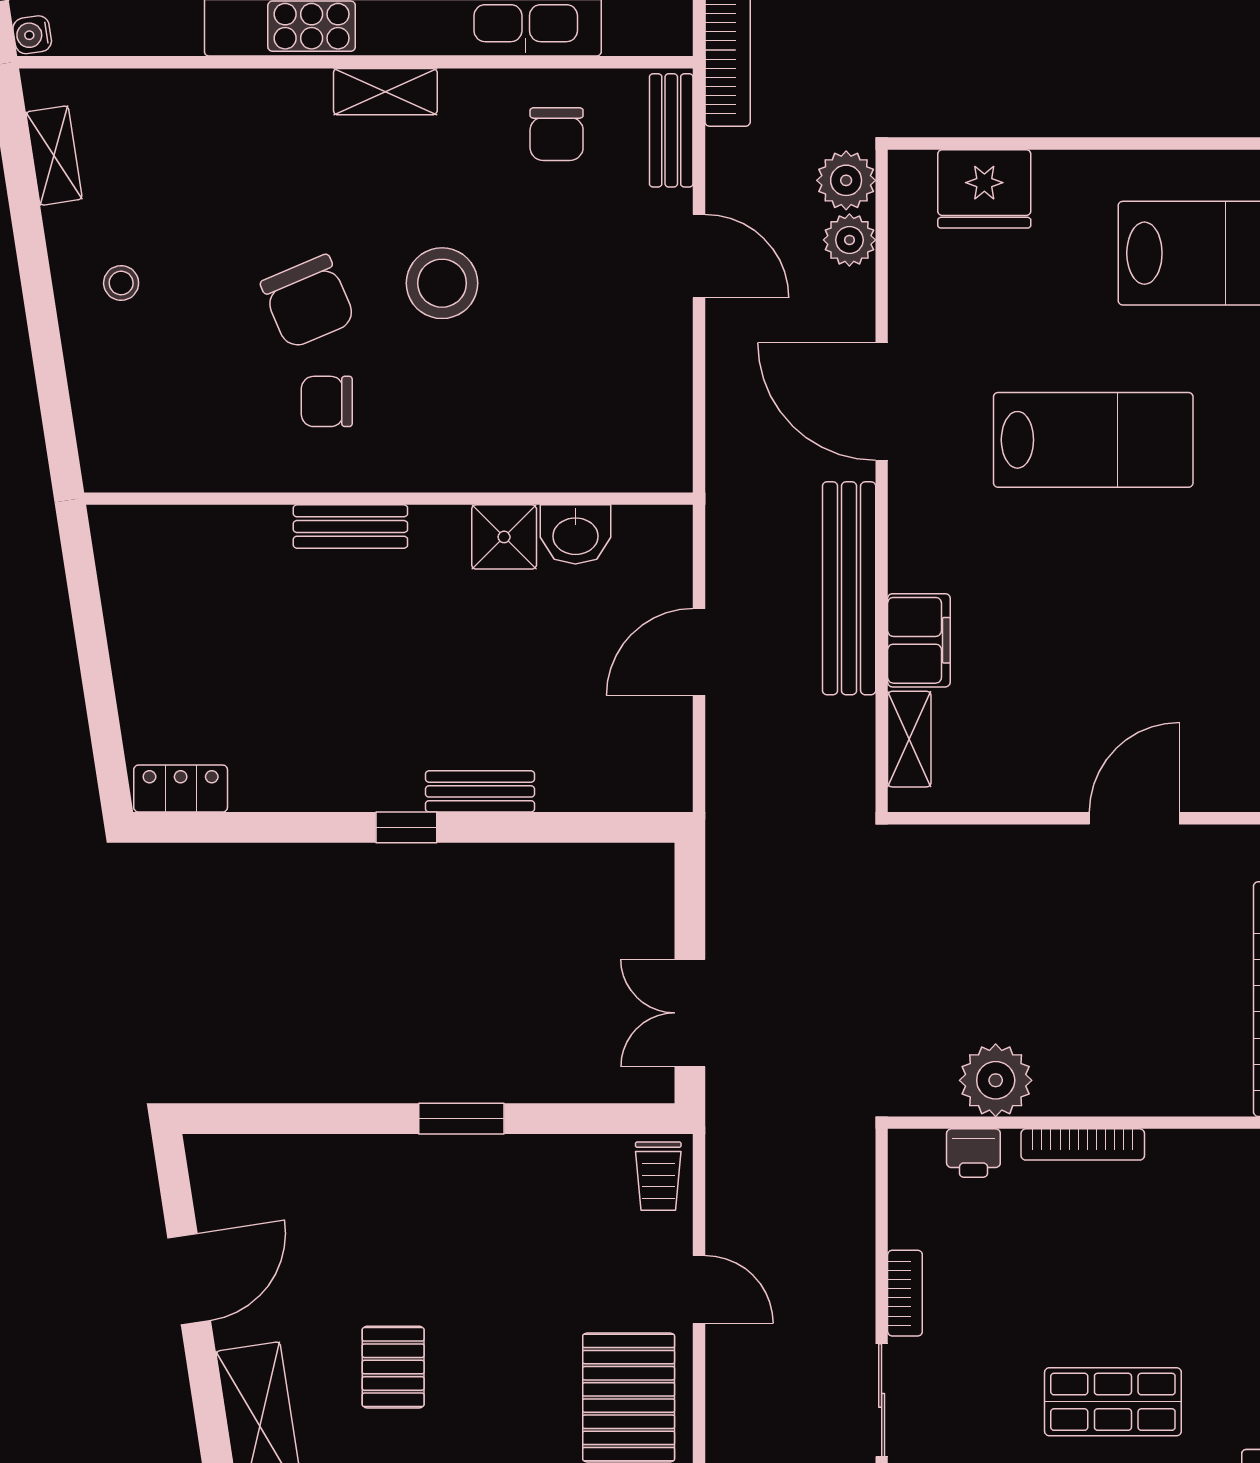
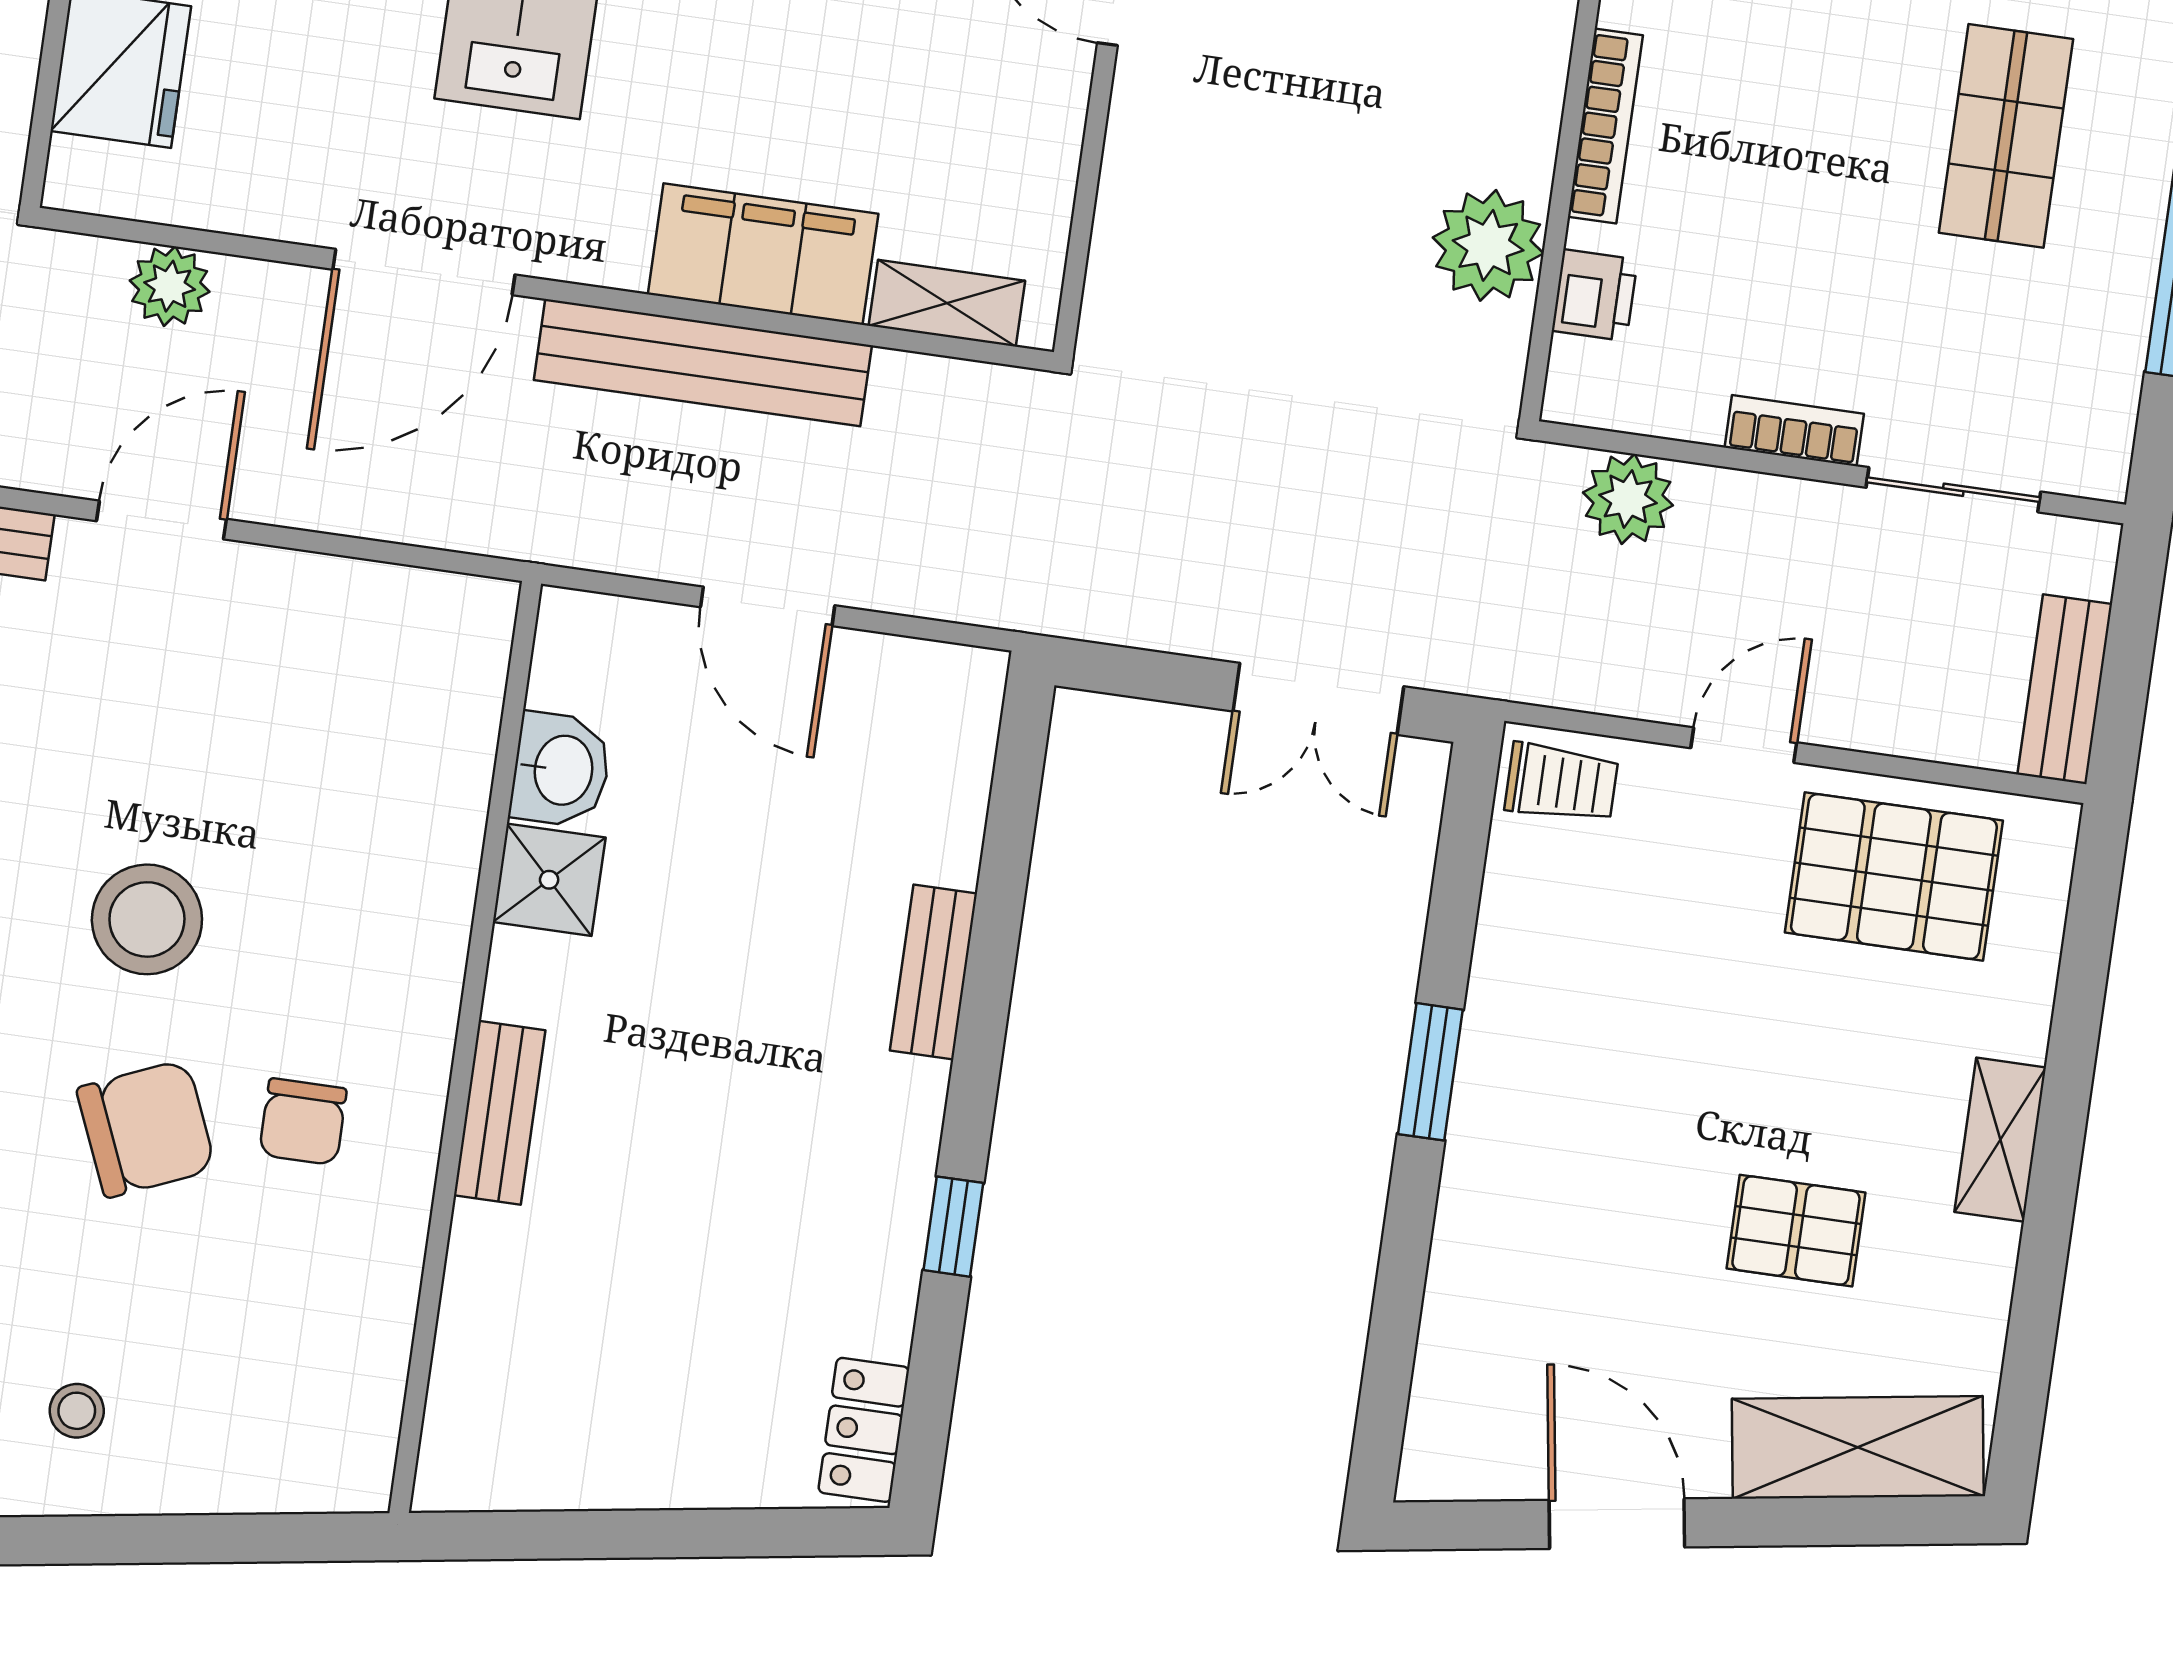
plant: (846, 180) -> (1628, 499), moved
filing cabinet: (919, 640) -> (763, 254), width x1.50, depth x1.17
window: (406, 827) -> (953, 1227), moved

